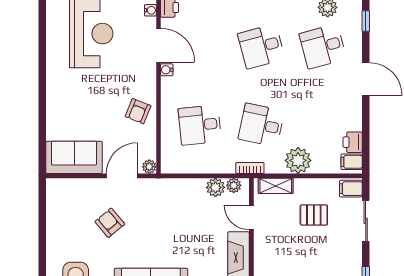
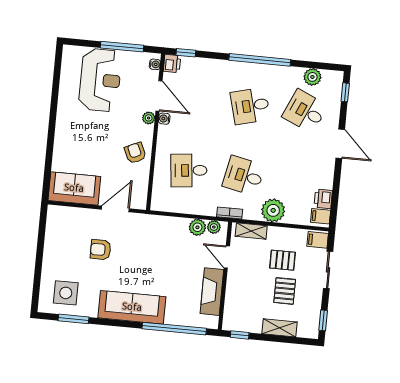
desk: (323, 46) -> (305, 111), turned 39
armchair: (138, 111) -> (135, 153), turned 134
plant: (149, 167) -> (149, 118), moved
armchair: (110, 223) -> (101, 250), turned -50
pallet: (320, 249) -> (285, 291), added

